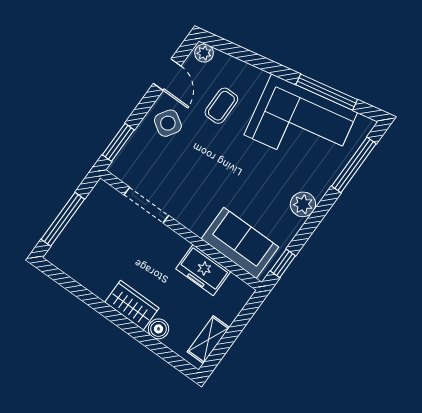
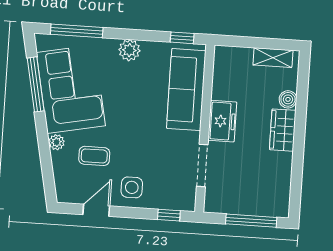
plant: (204, 53) -> (57, 142), moved
side table: (168, 123) -> (132, 187), turned -32
window: (118, 142) -> (169, 215), width x0.67
sofa: (240, 243) -> (186, 90), width x1.36
freezer: (203, 270) -> (222, 121), moved

